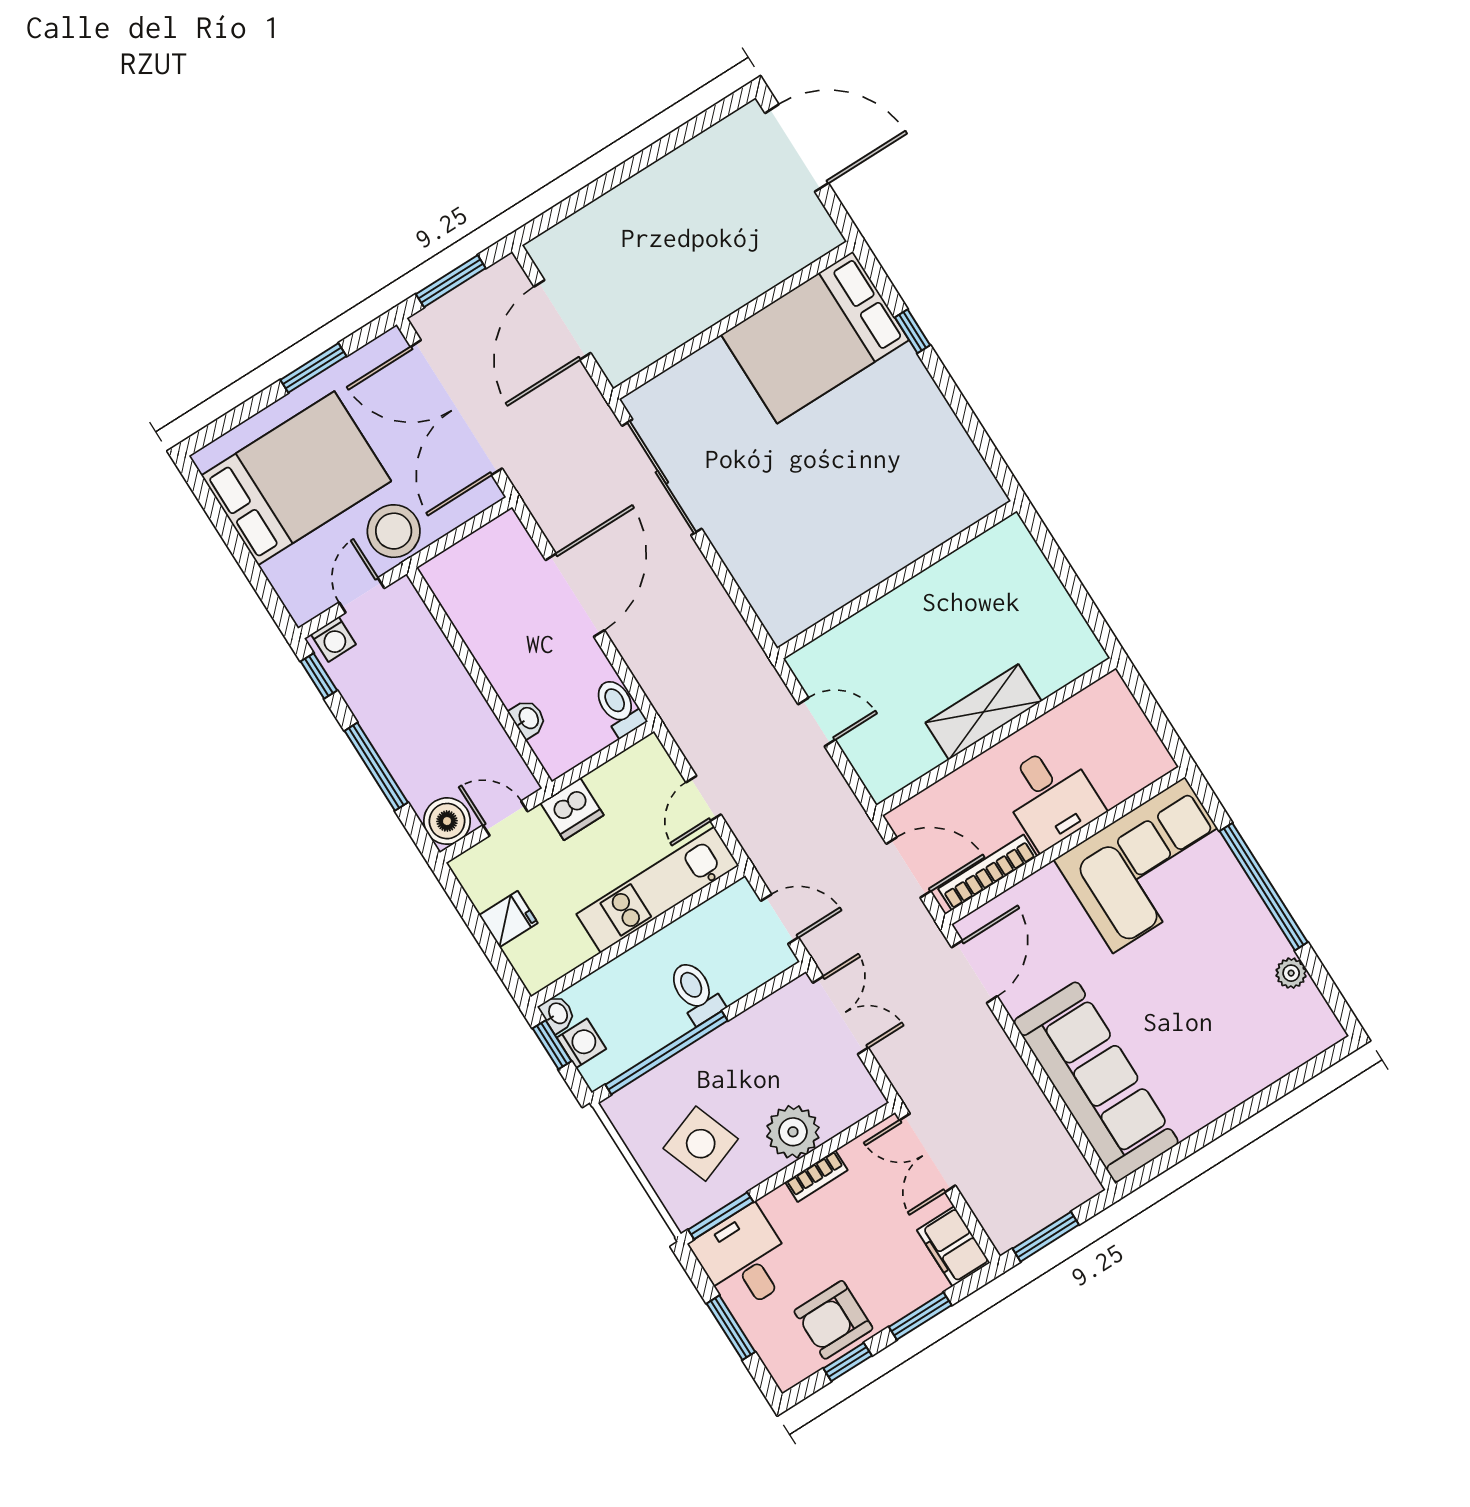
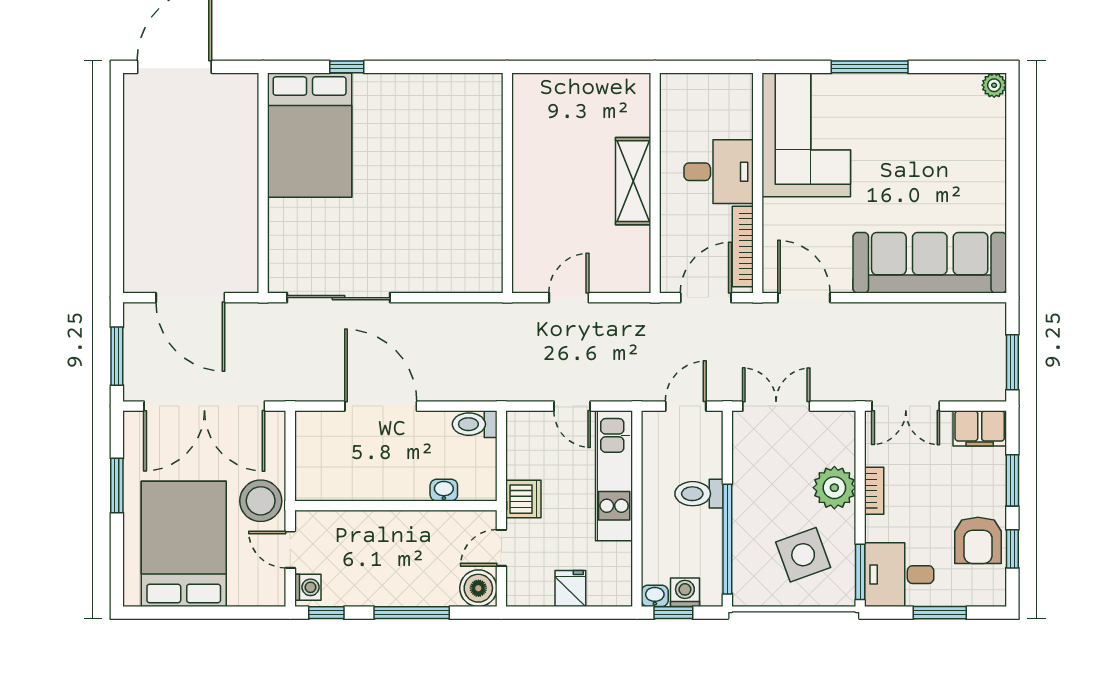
window: (1264, 887) -> (870, 67), width x0.68
plant: (1291, 973) -> (994, 85), moved

